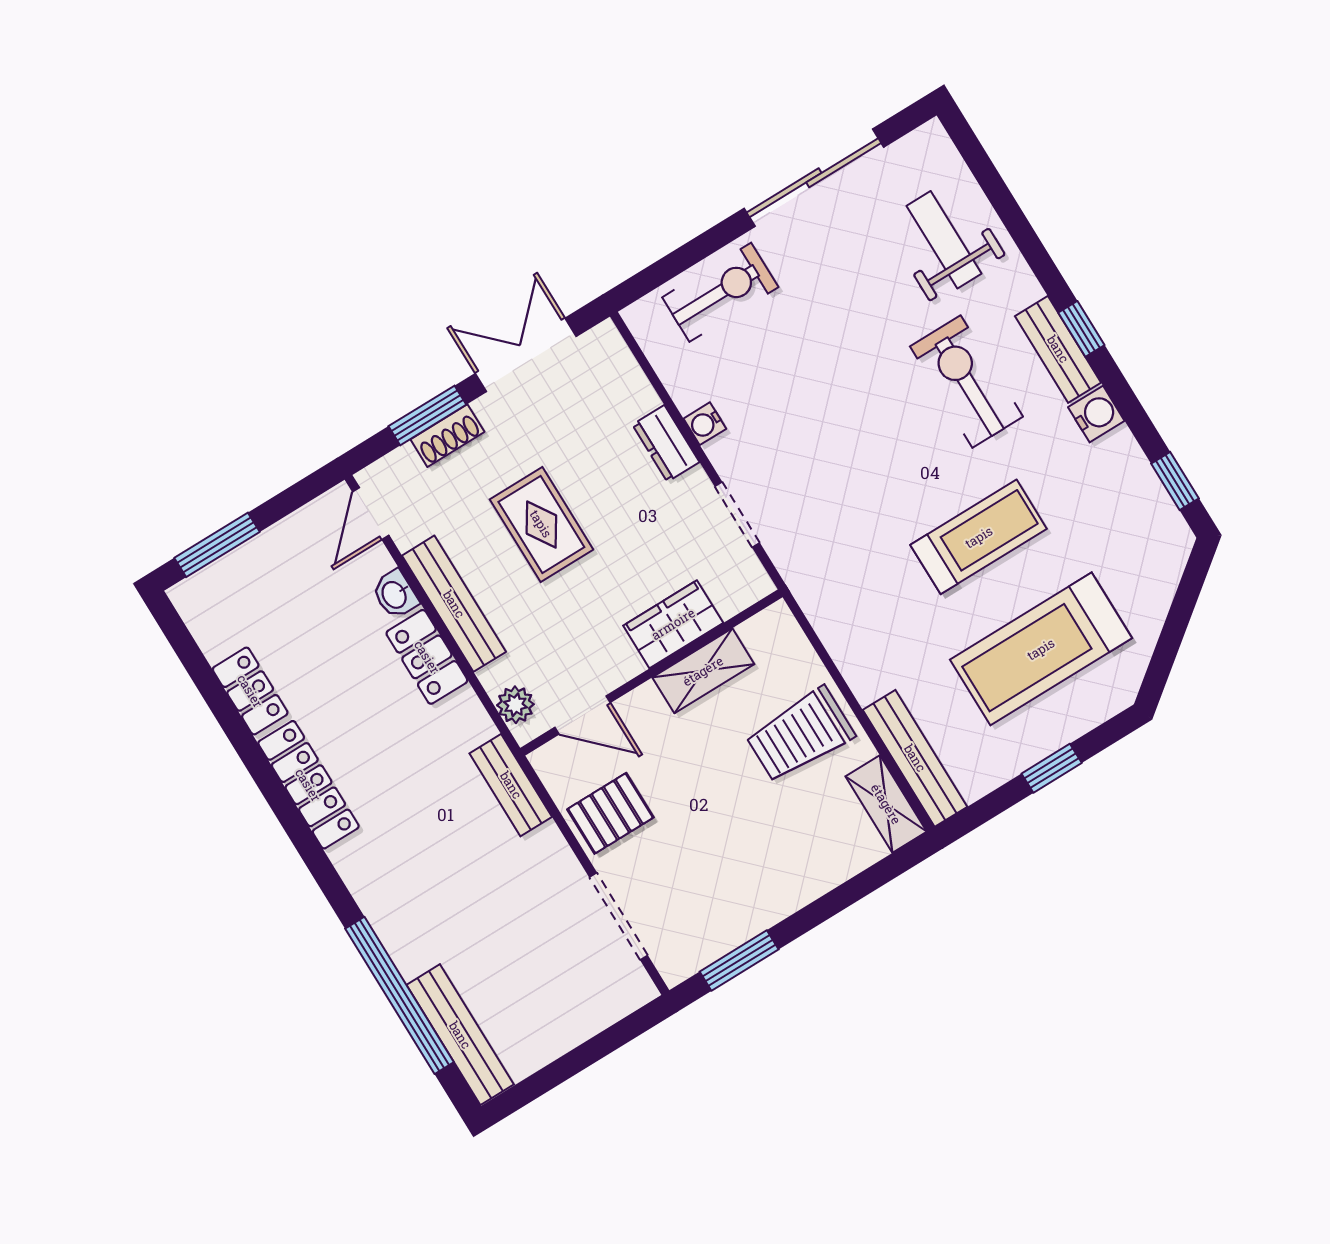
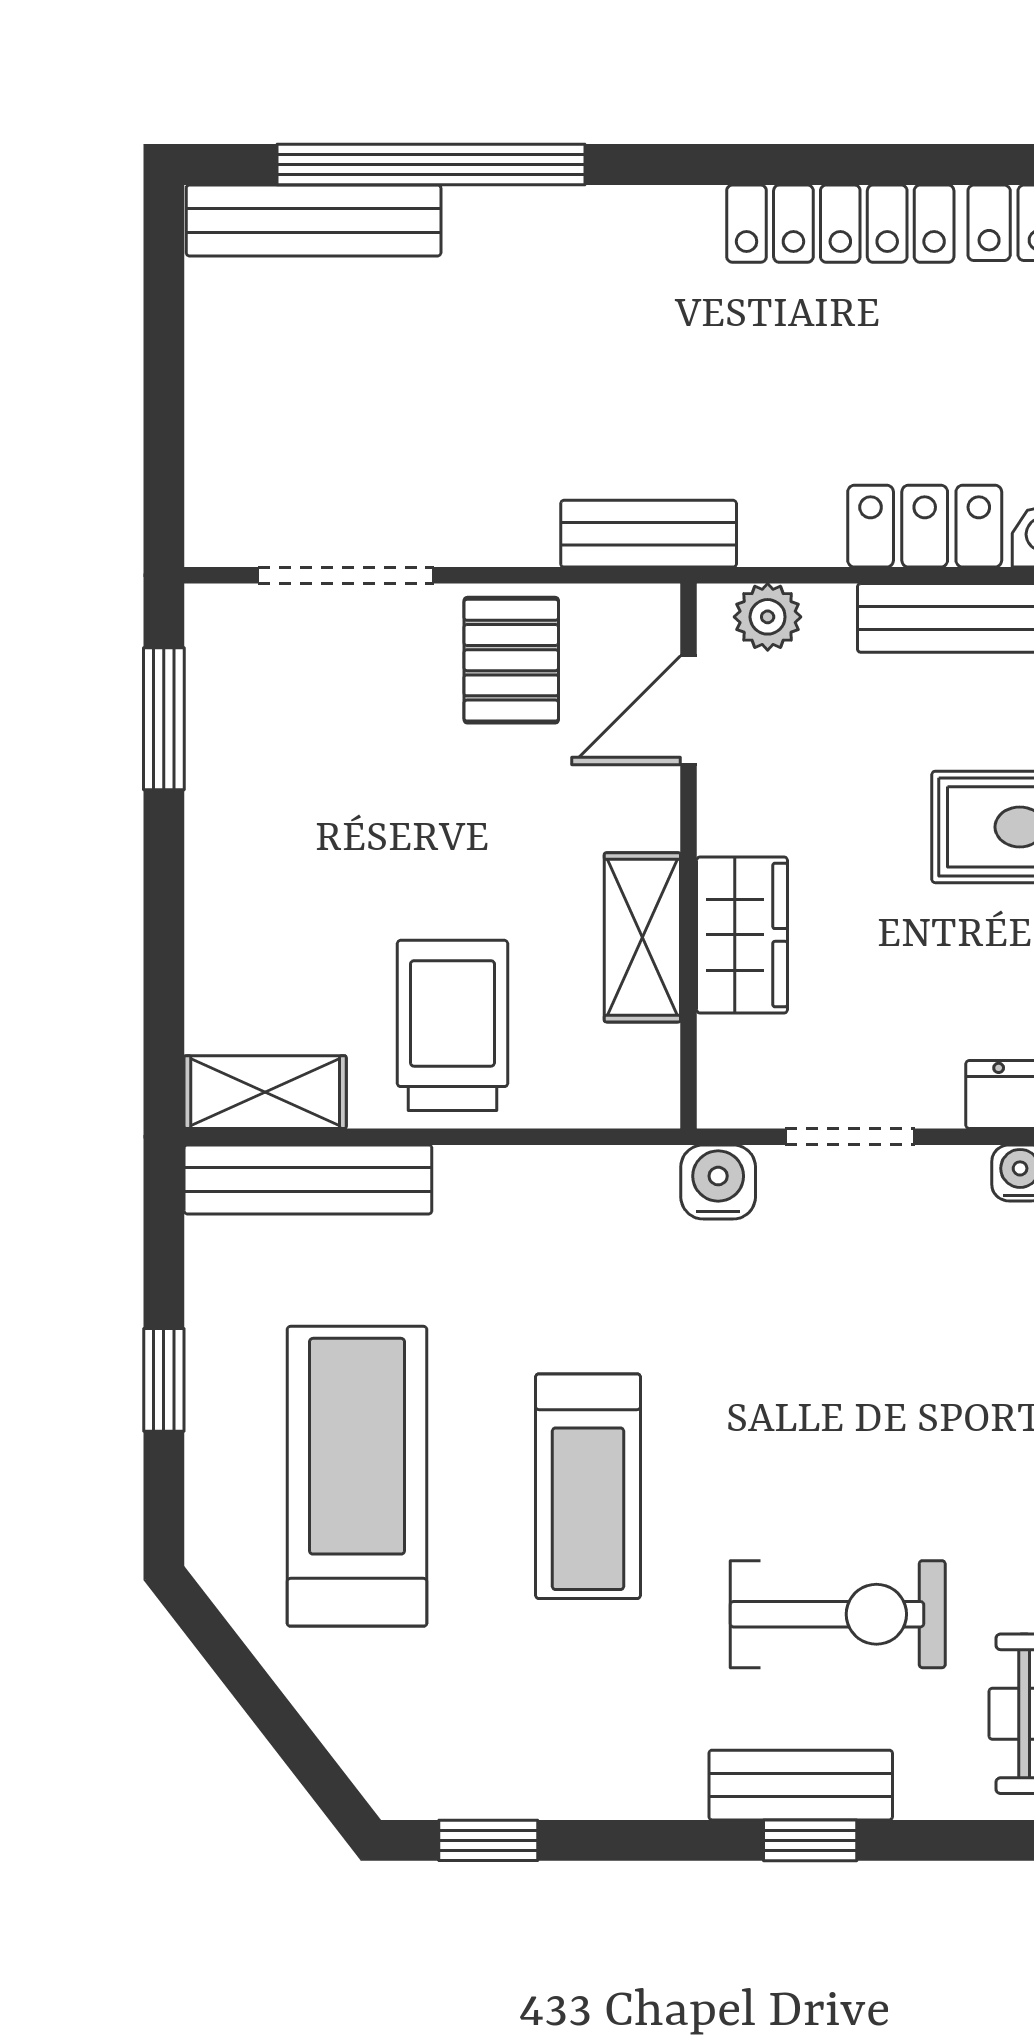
water cooler: (1096, 414) -> (718, 1182), moved, turned 180

